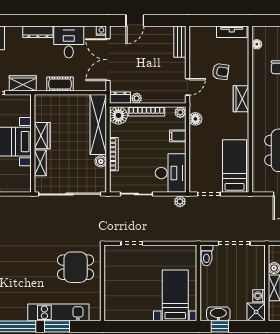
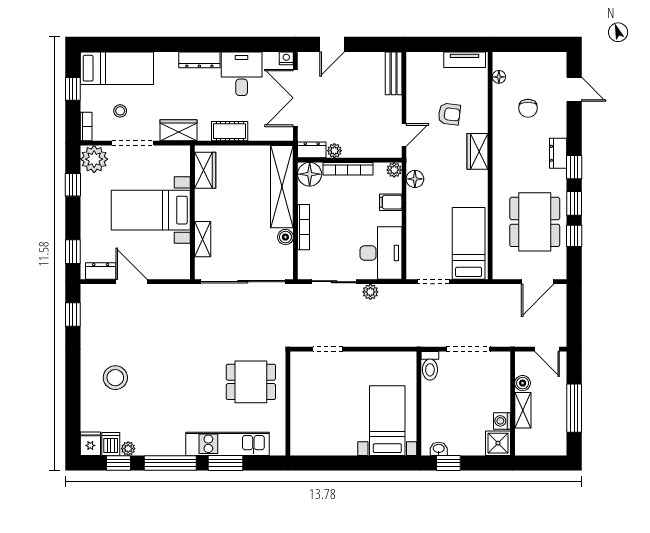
wardrobe: (42, 136) -> (205, 170), moved
plant: (180, 201) -> (370, 292), moved
washbasin: (218, 314) -> (439, 449), width x0.52, depth x0.69

